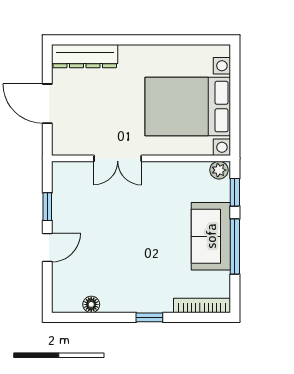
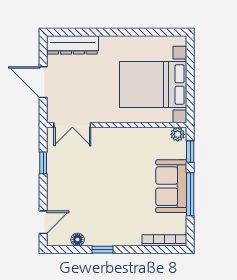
double door: (118, 158) -> (72, 125), moved
door: (47, 247) -> (43, 222), moved
window: (149, 317) -> (102, 250), moved

